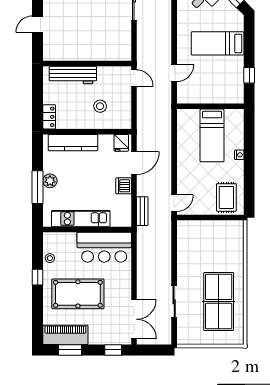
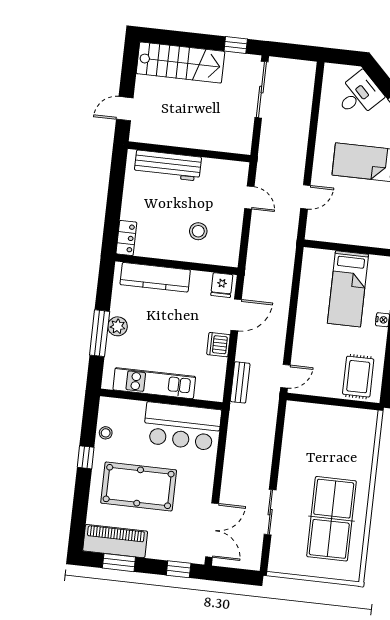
wall: (87, 63) -> (189, 152), moved
workbench: (73, 75) -> (168, 166), moved

